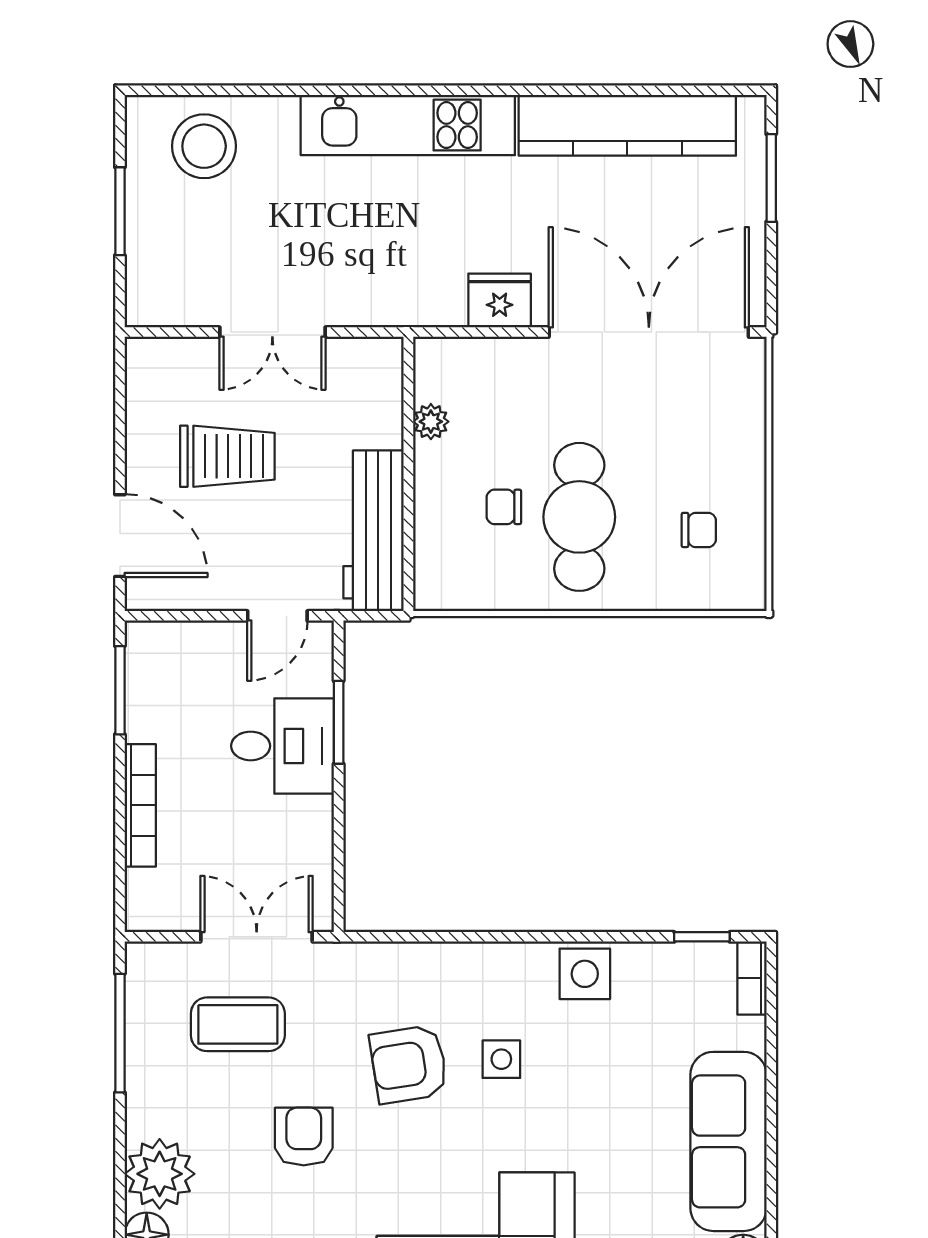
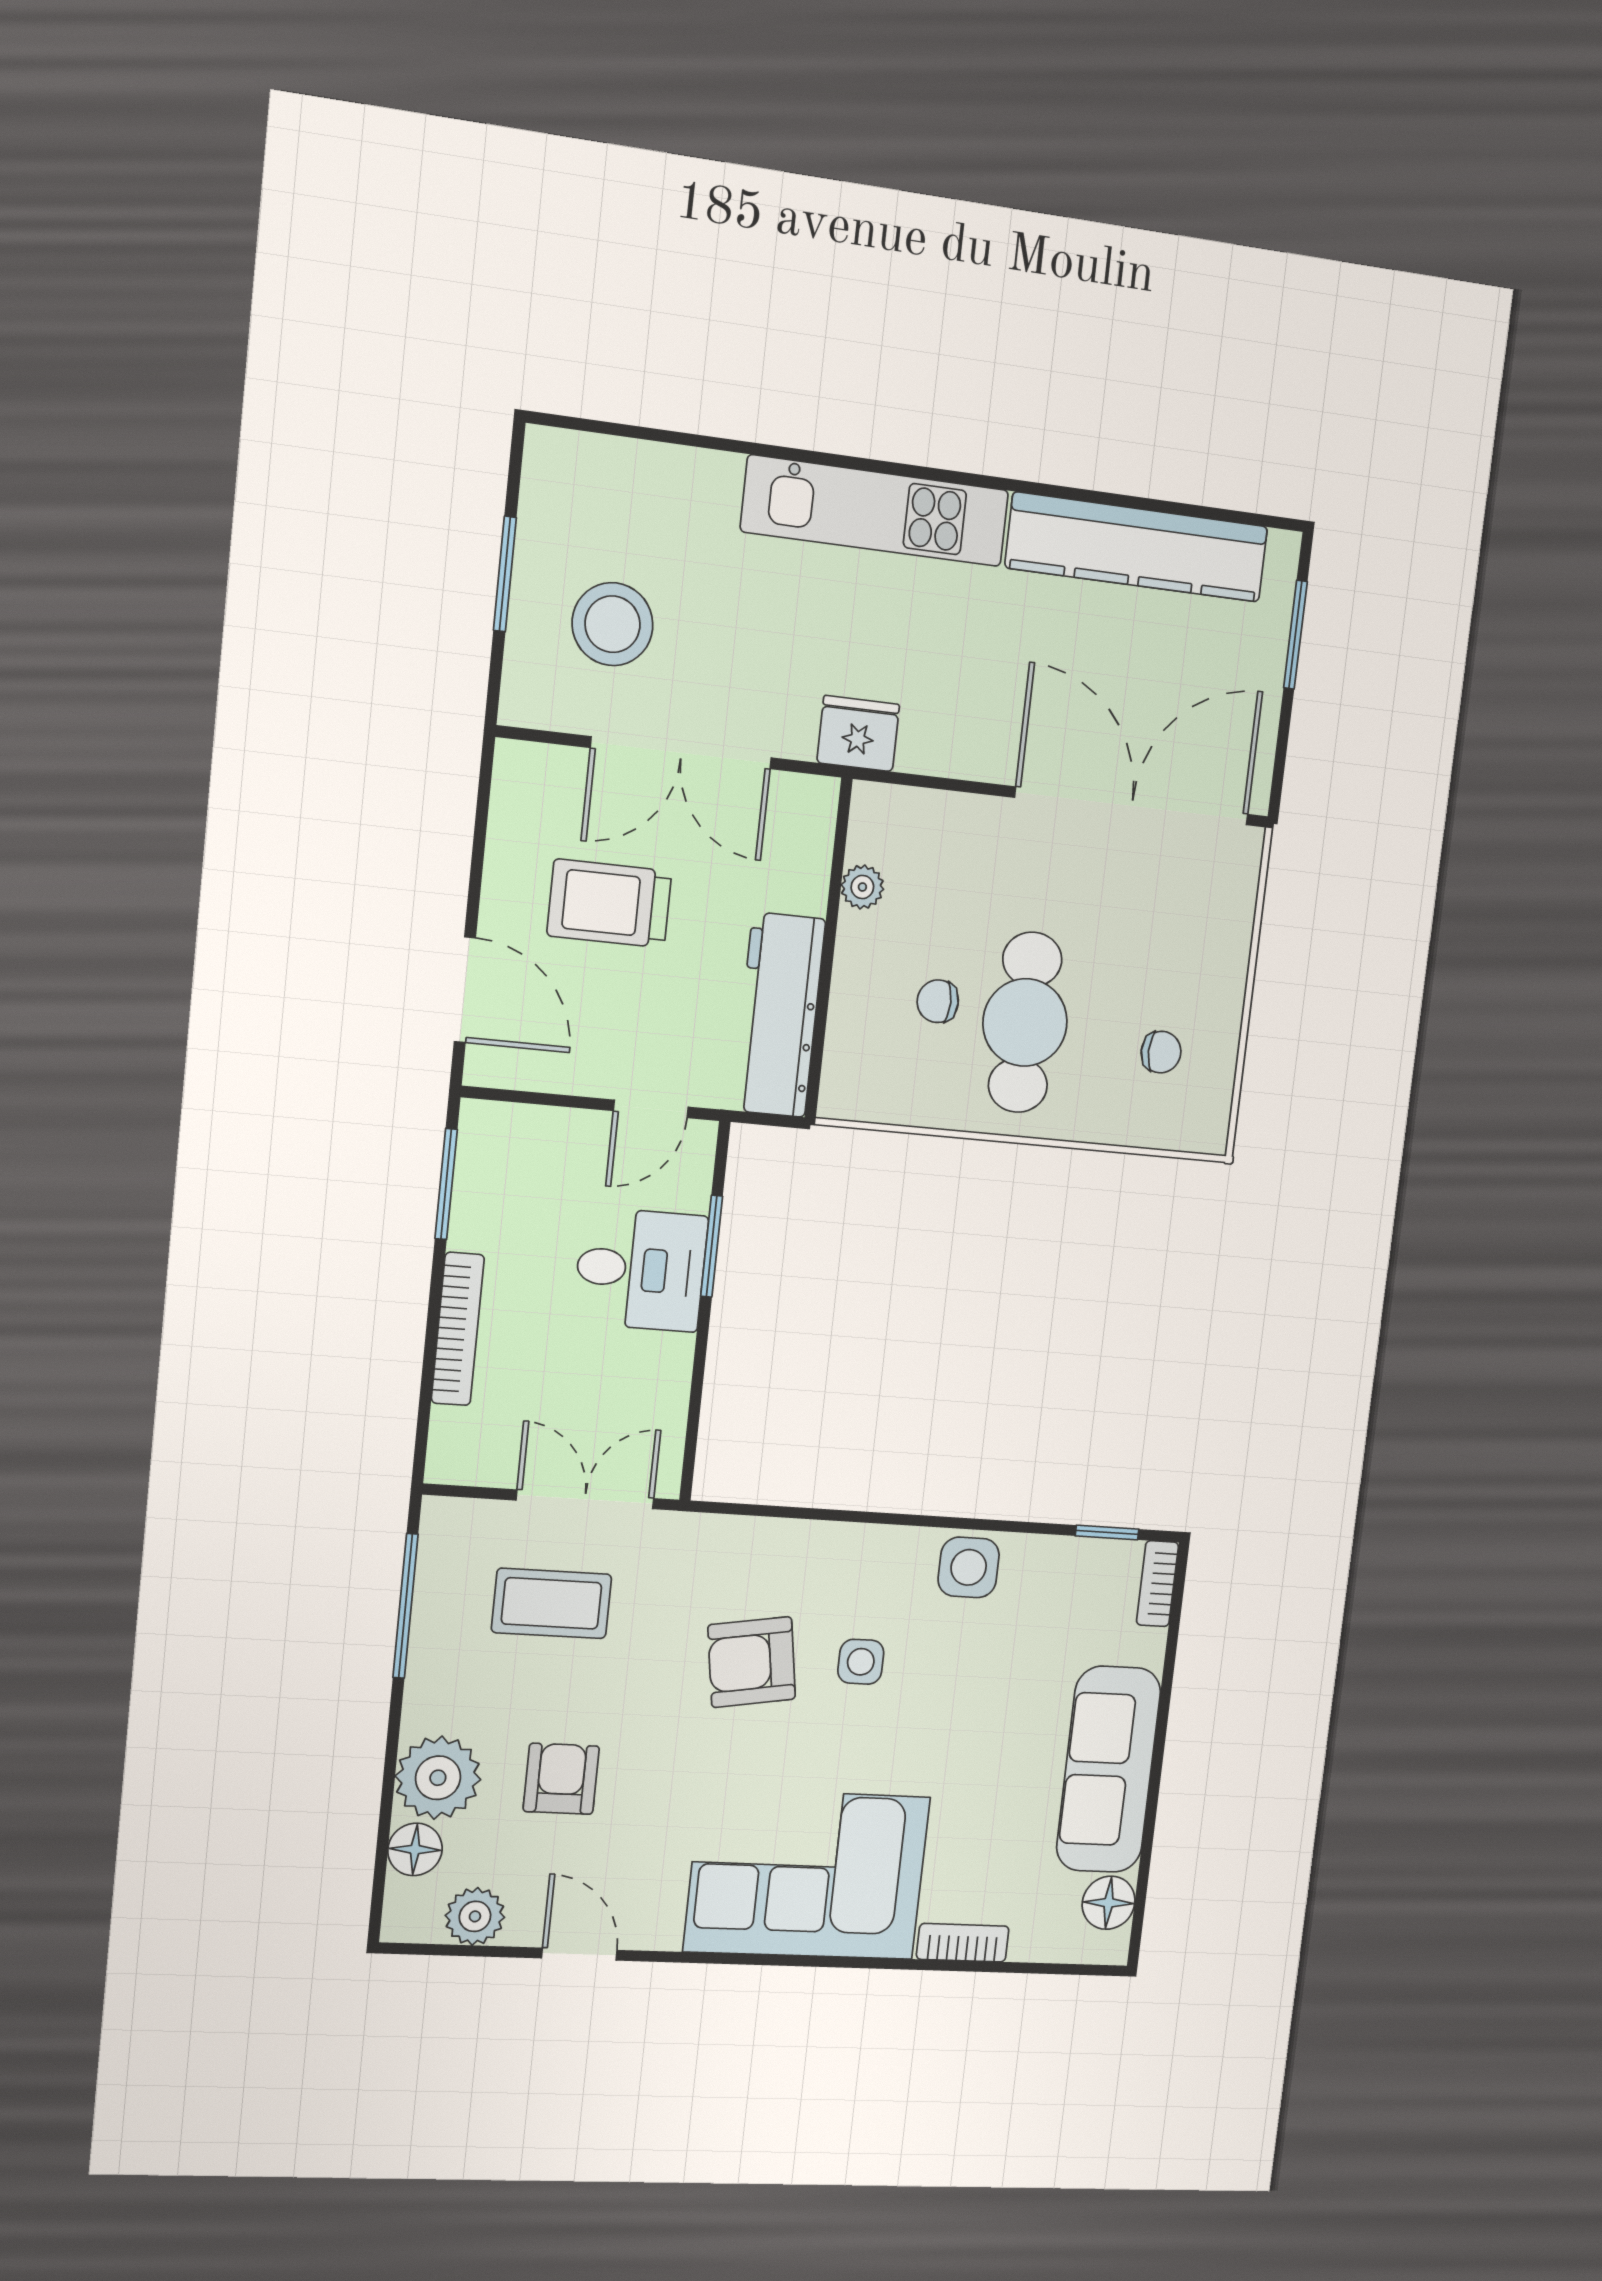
stool: (204, 146) -> (612, 624), moved
fridge: (500, 300) -> (858, 734), moved
double door: (272, 332) -> (681, 753), width x1.37
trolley: (227, 456) -> (609, 903), turned 180
armchair: (304, 1136) -> (561, 1779), moved

